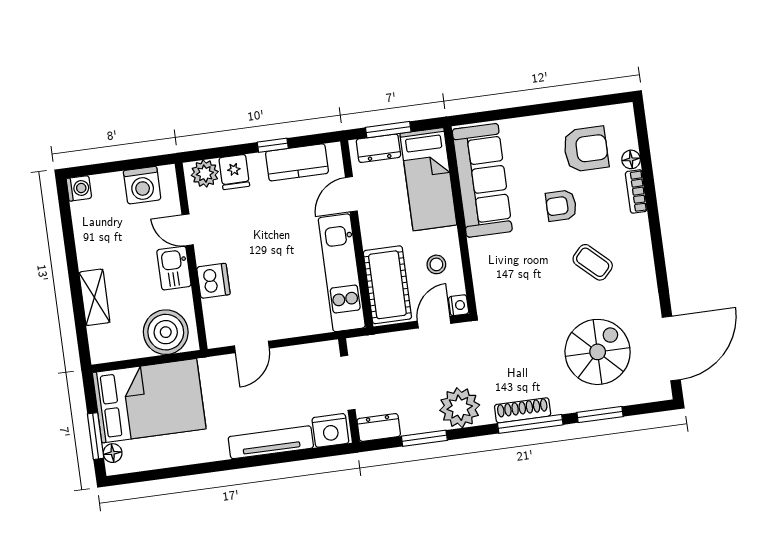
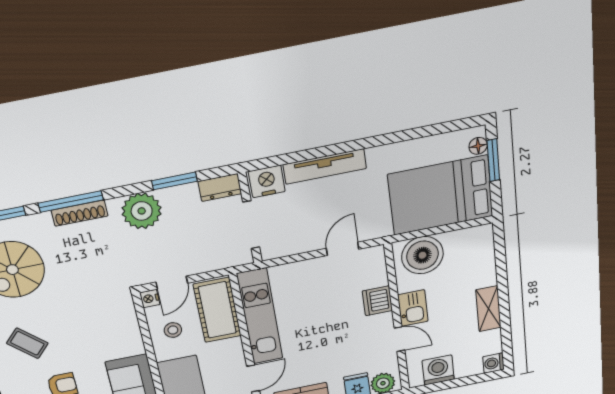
shelving: (94, 297) -> (488, 309), moved

